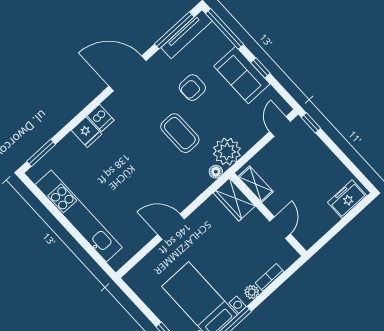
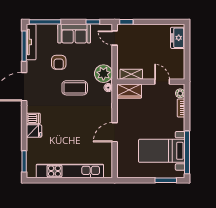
window: (260, 68) -> (93, 22), moved
plant: (252, 292) -> (180, 93), moved

